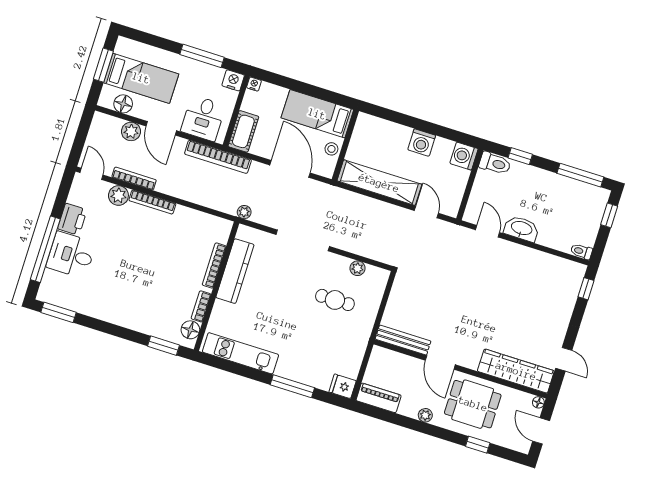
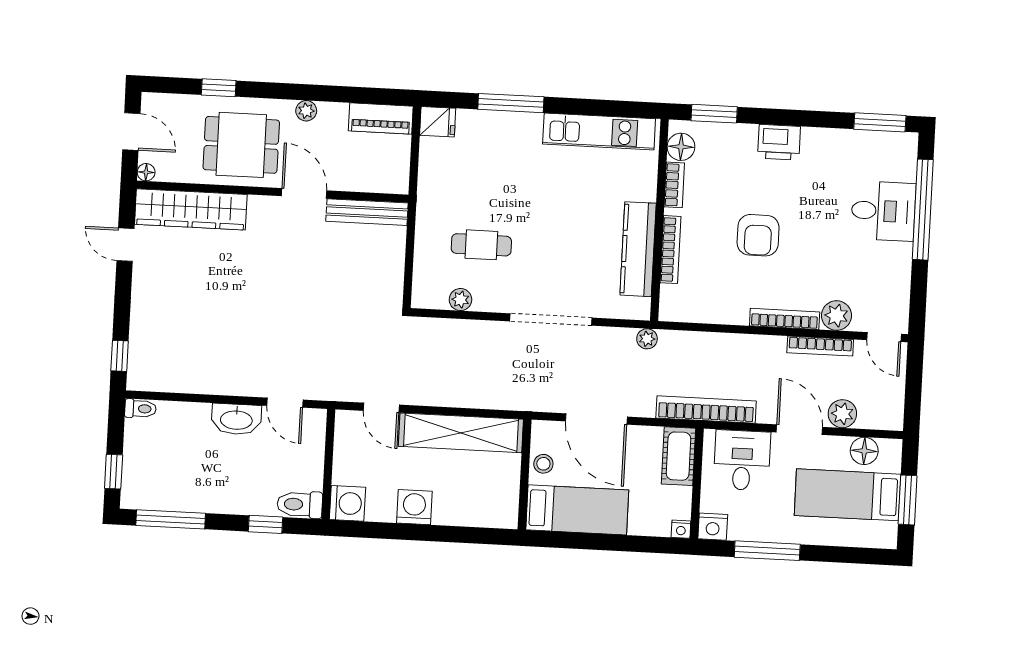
printer: (72, 219) -> (779, 142), moved, turned -90
armchair: (156, 260) -> (758, 235), added

